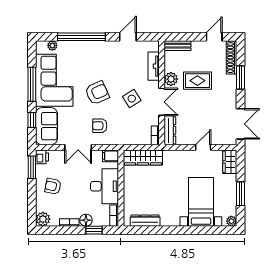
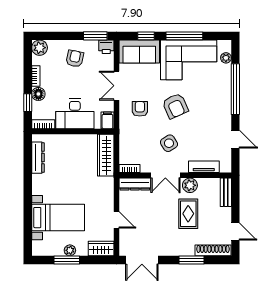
plant: (231, 221) -> (70, 250), moved

